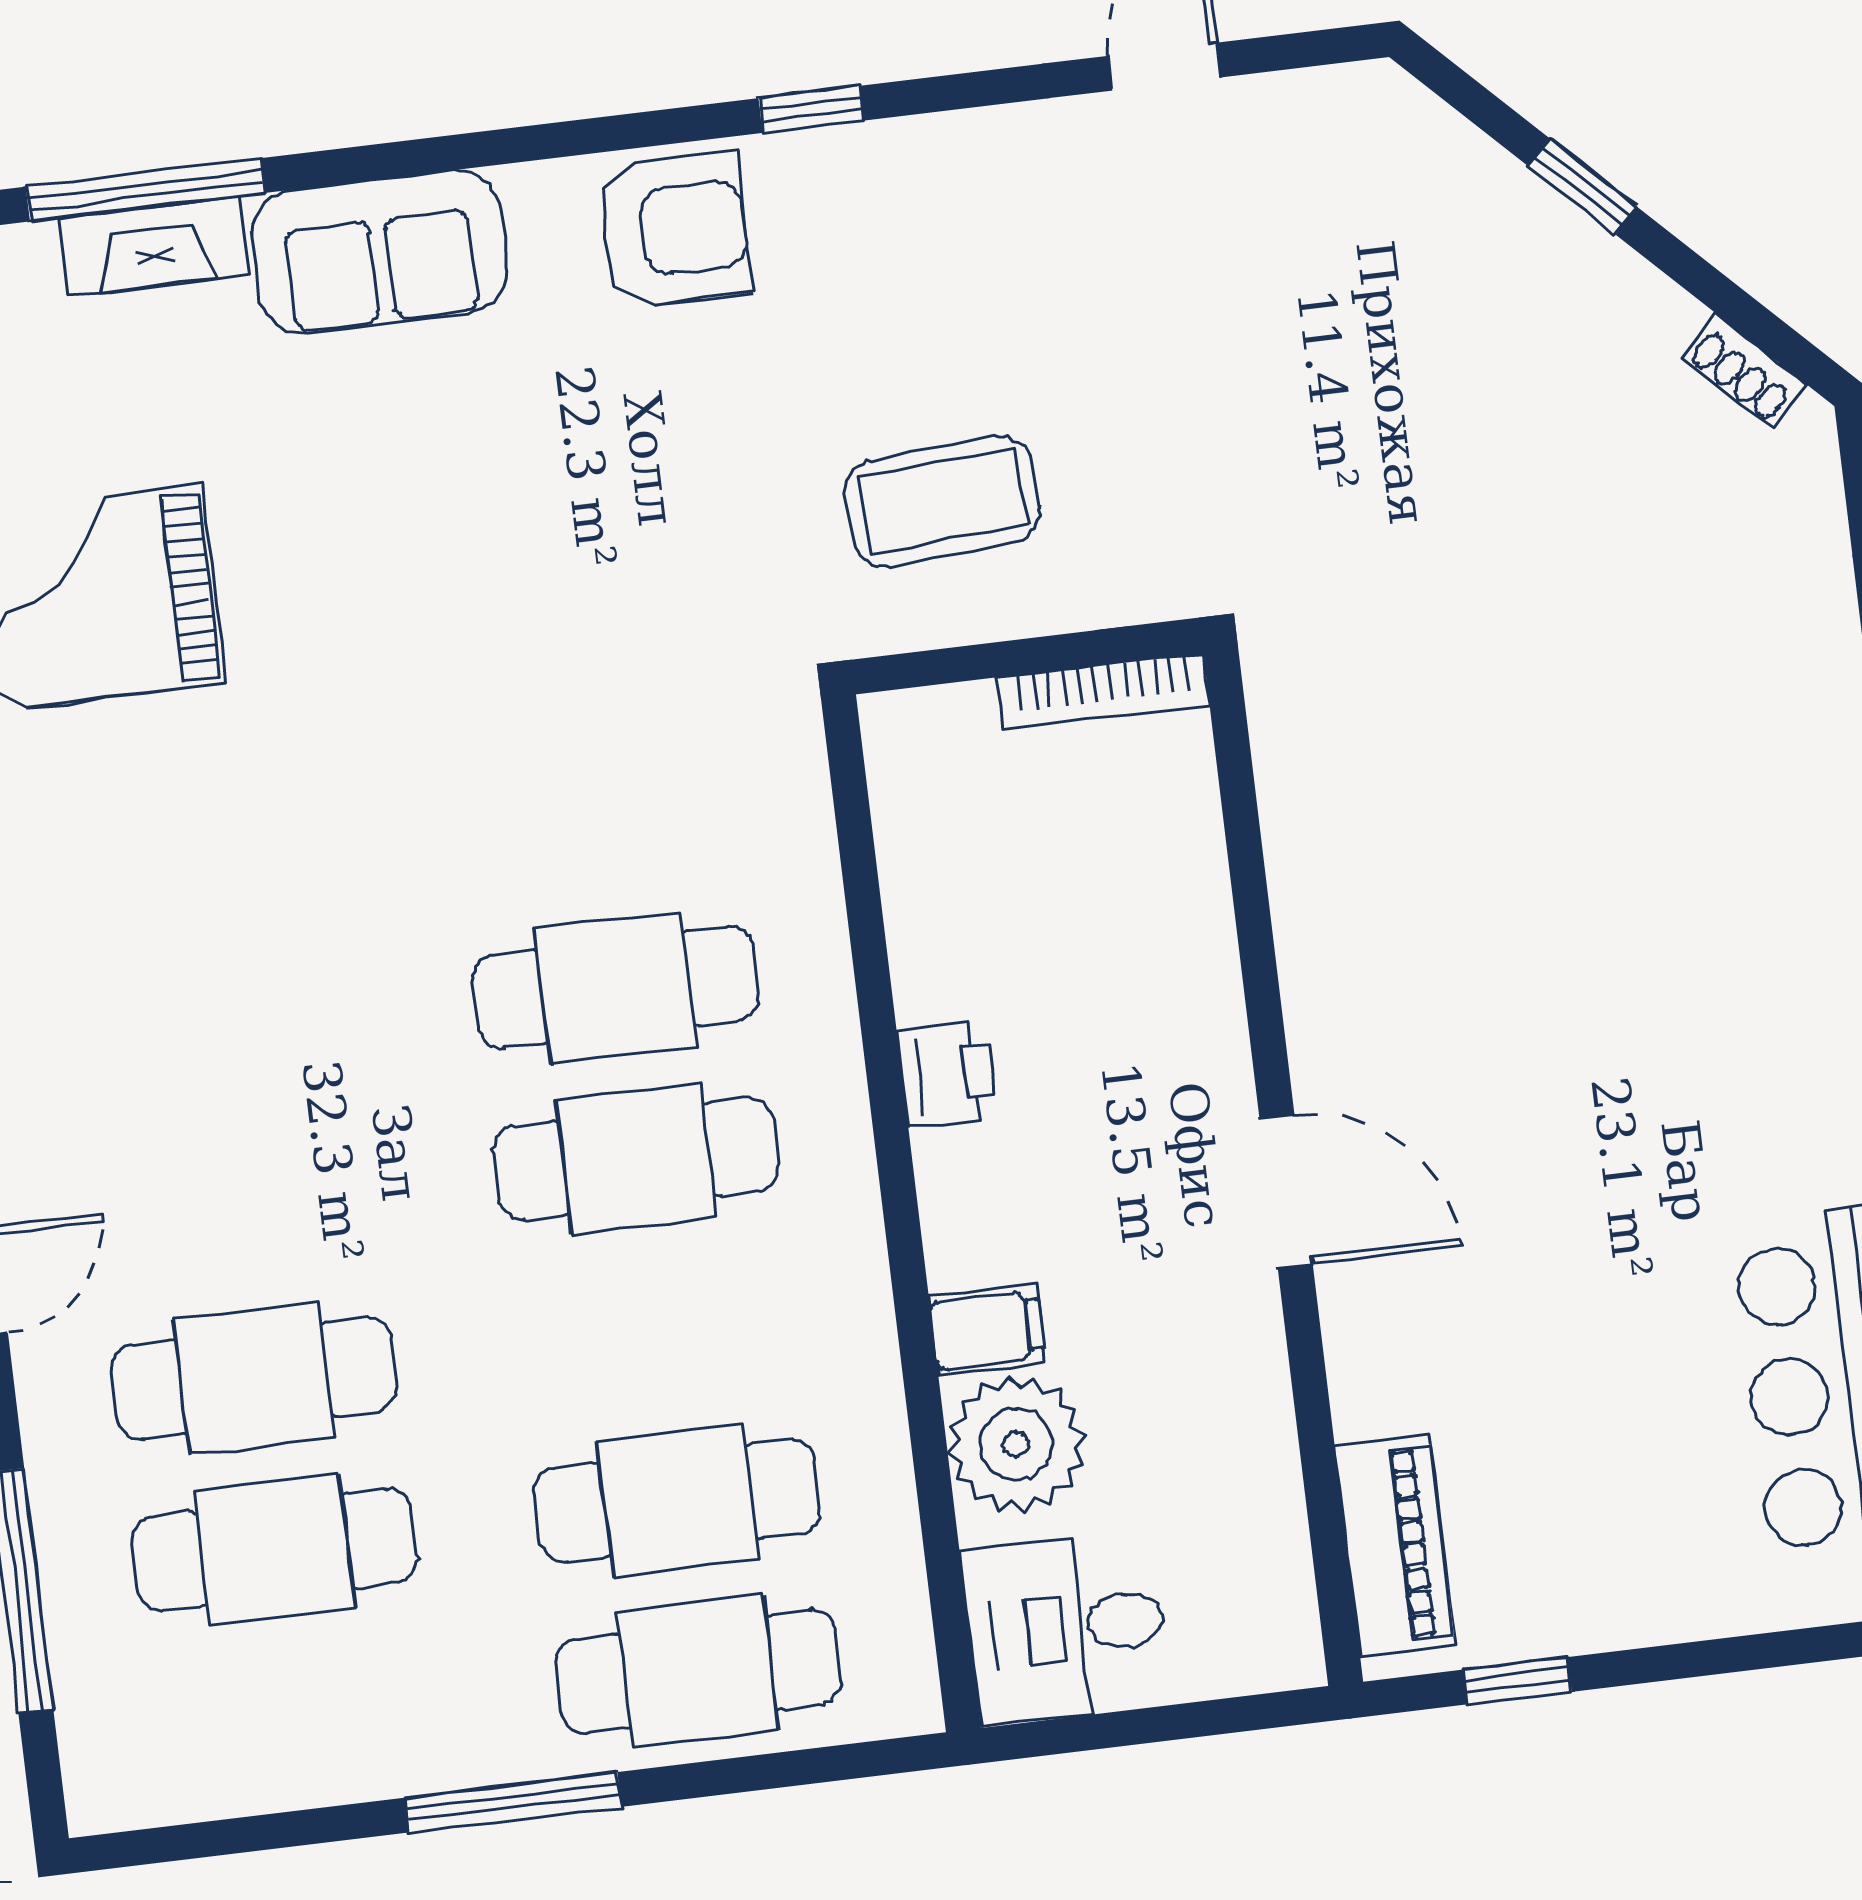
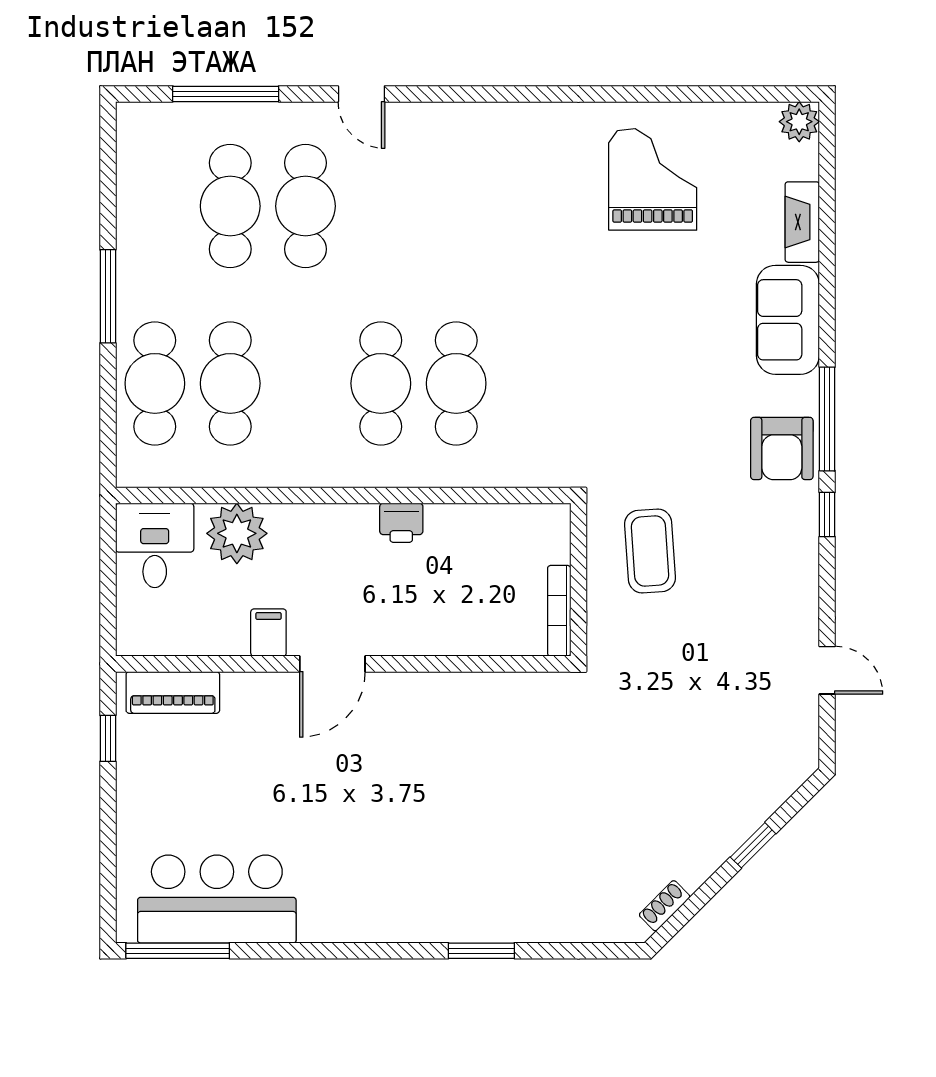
window: (146, 190) -> (827, 419), moved
filing cabinet: (987, 1330) -> (268, 633), moved, turned 180

